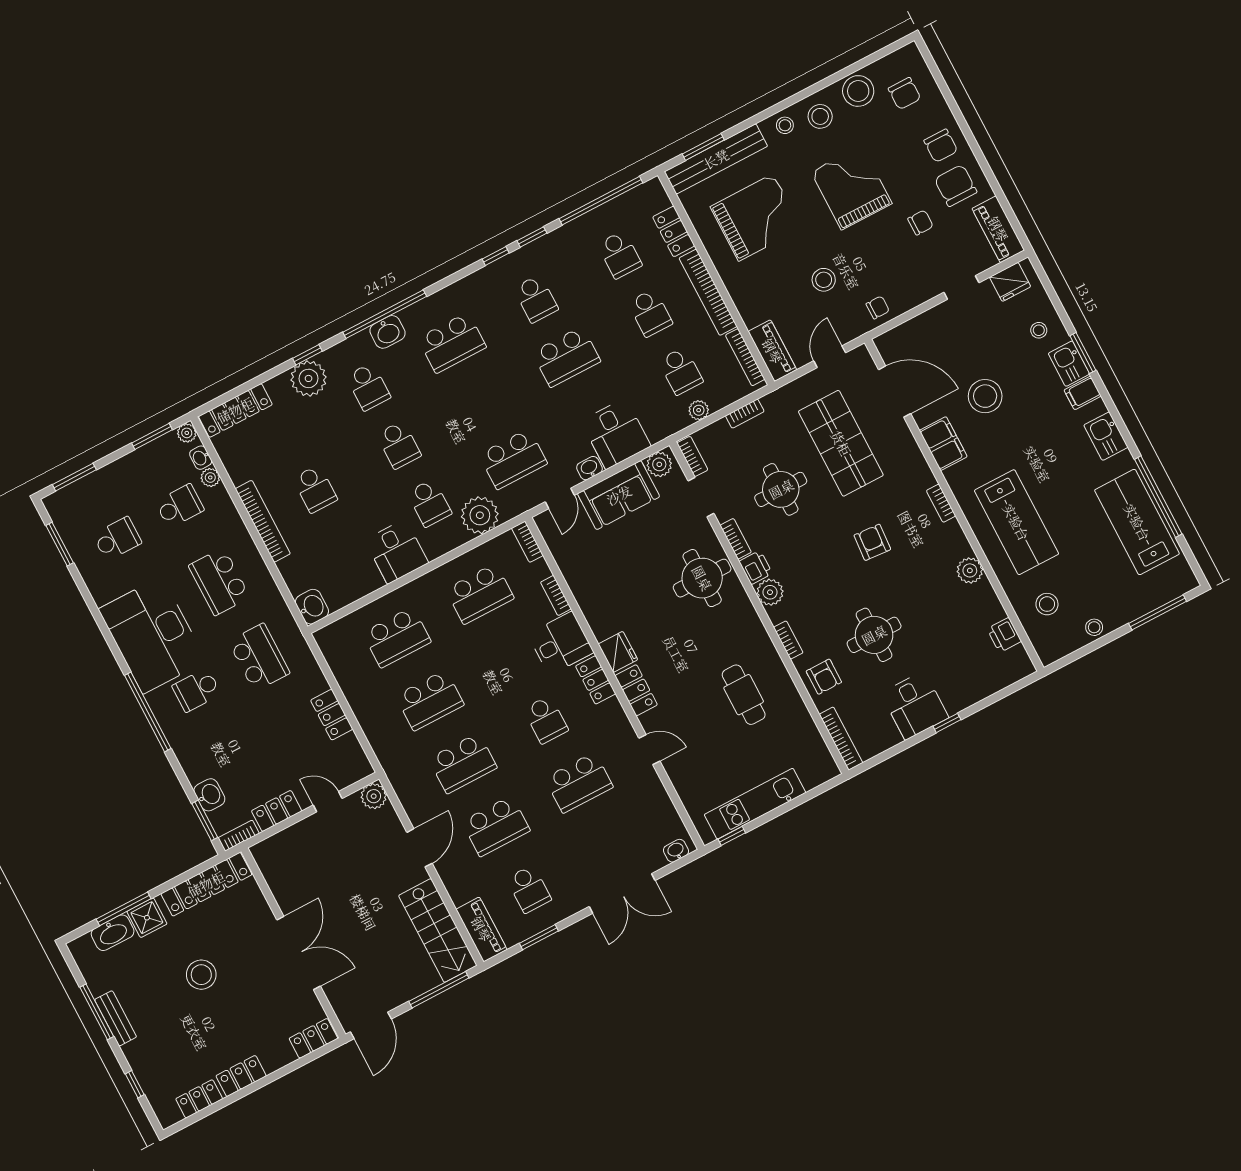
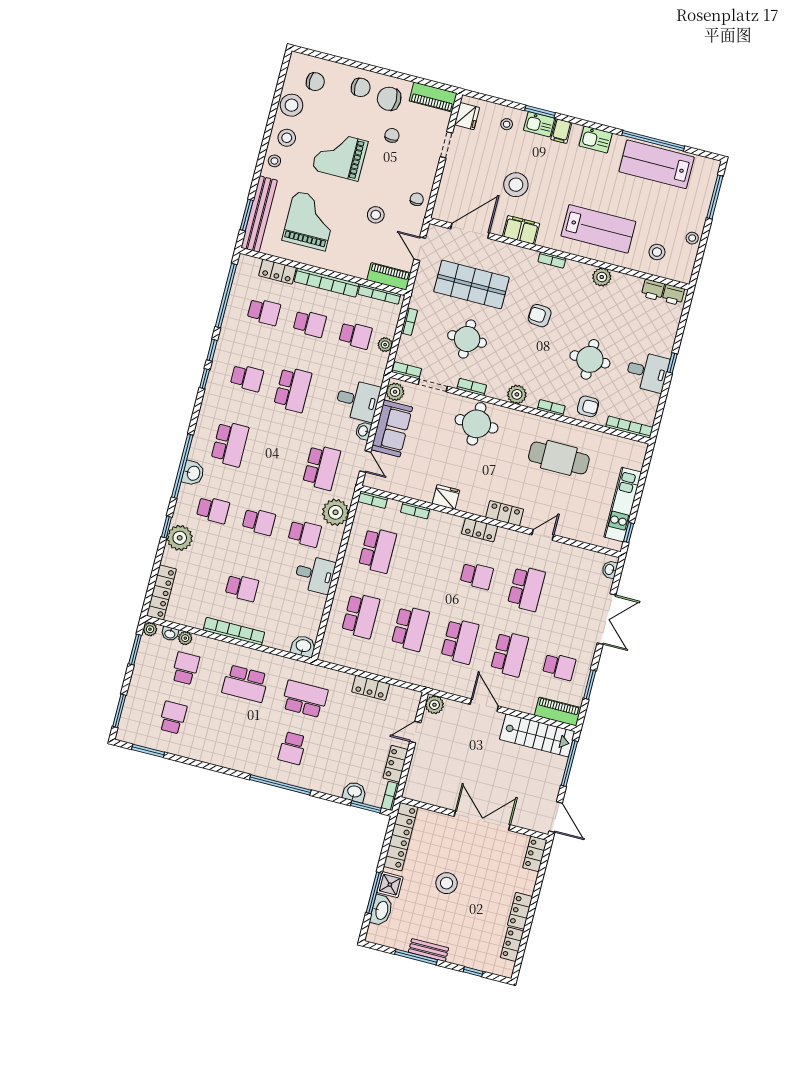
printer: (756, 567) -> (673, 295), moved, turned 180
desk: (152, 635) -> (241, 745), removed
desk: (561, 643) -> (443, 531), removed
fridge: (618, 652) -> (446, 497), moved
cafe table: (744, 695) -> (559, 458), width x1.37, depth x1.35

